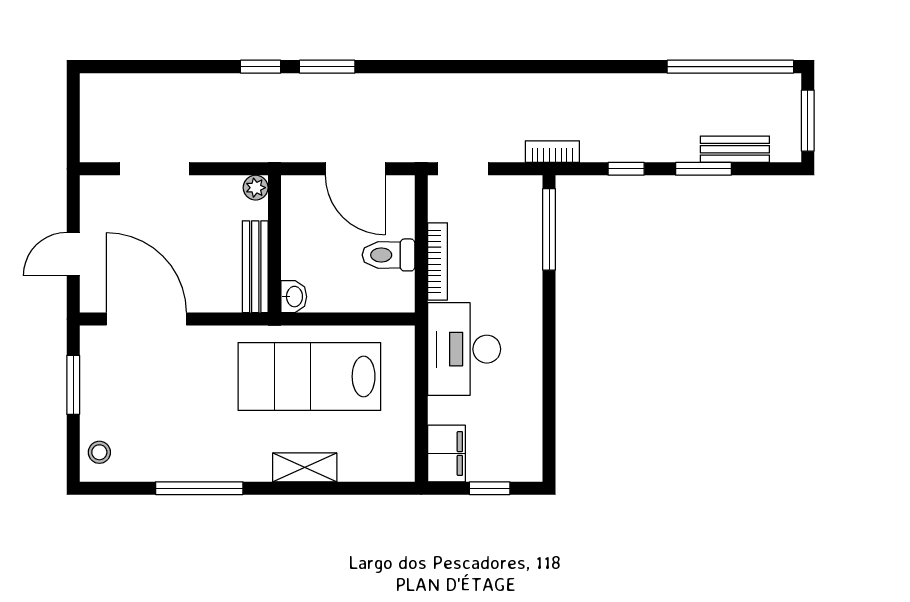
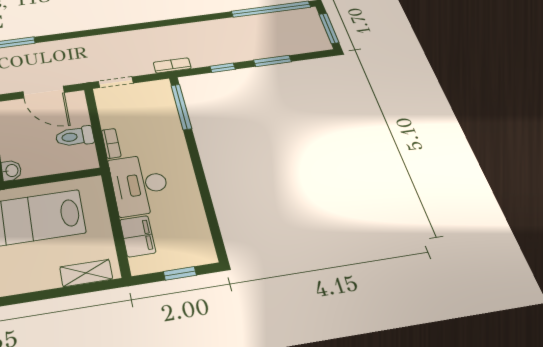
bench: (735, 149) -> (289, 48), removed
bookcase: (438, 261) -> (111, 143), width x0.64
filing cabinet: (447, 453) -> (138, 236), moved
shelving: (305, 467) -> (86, 273), moved

